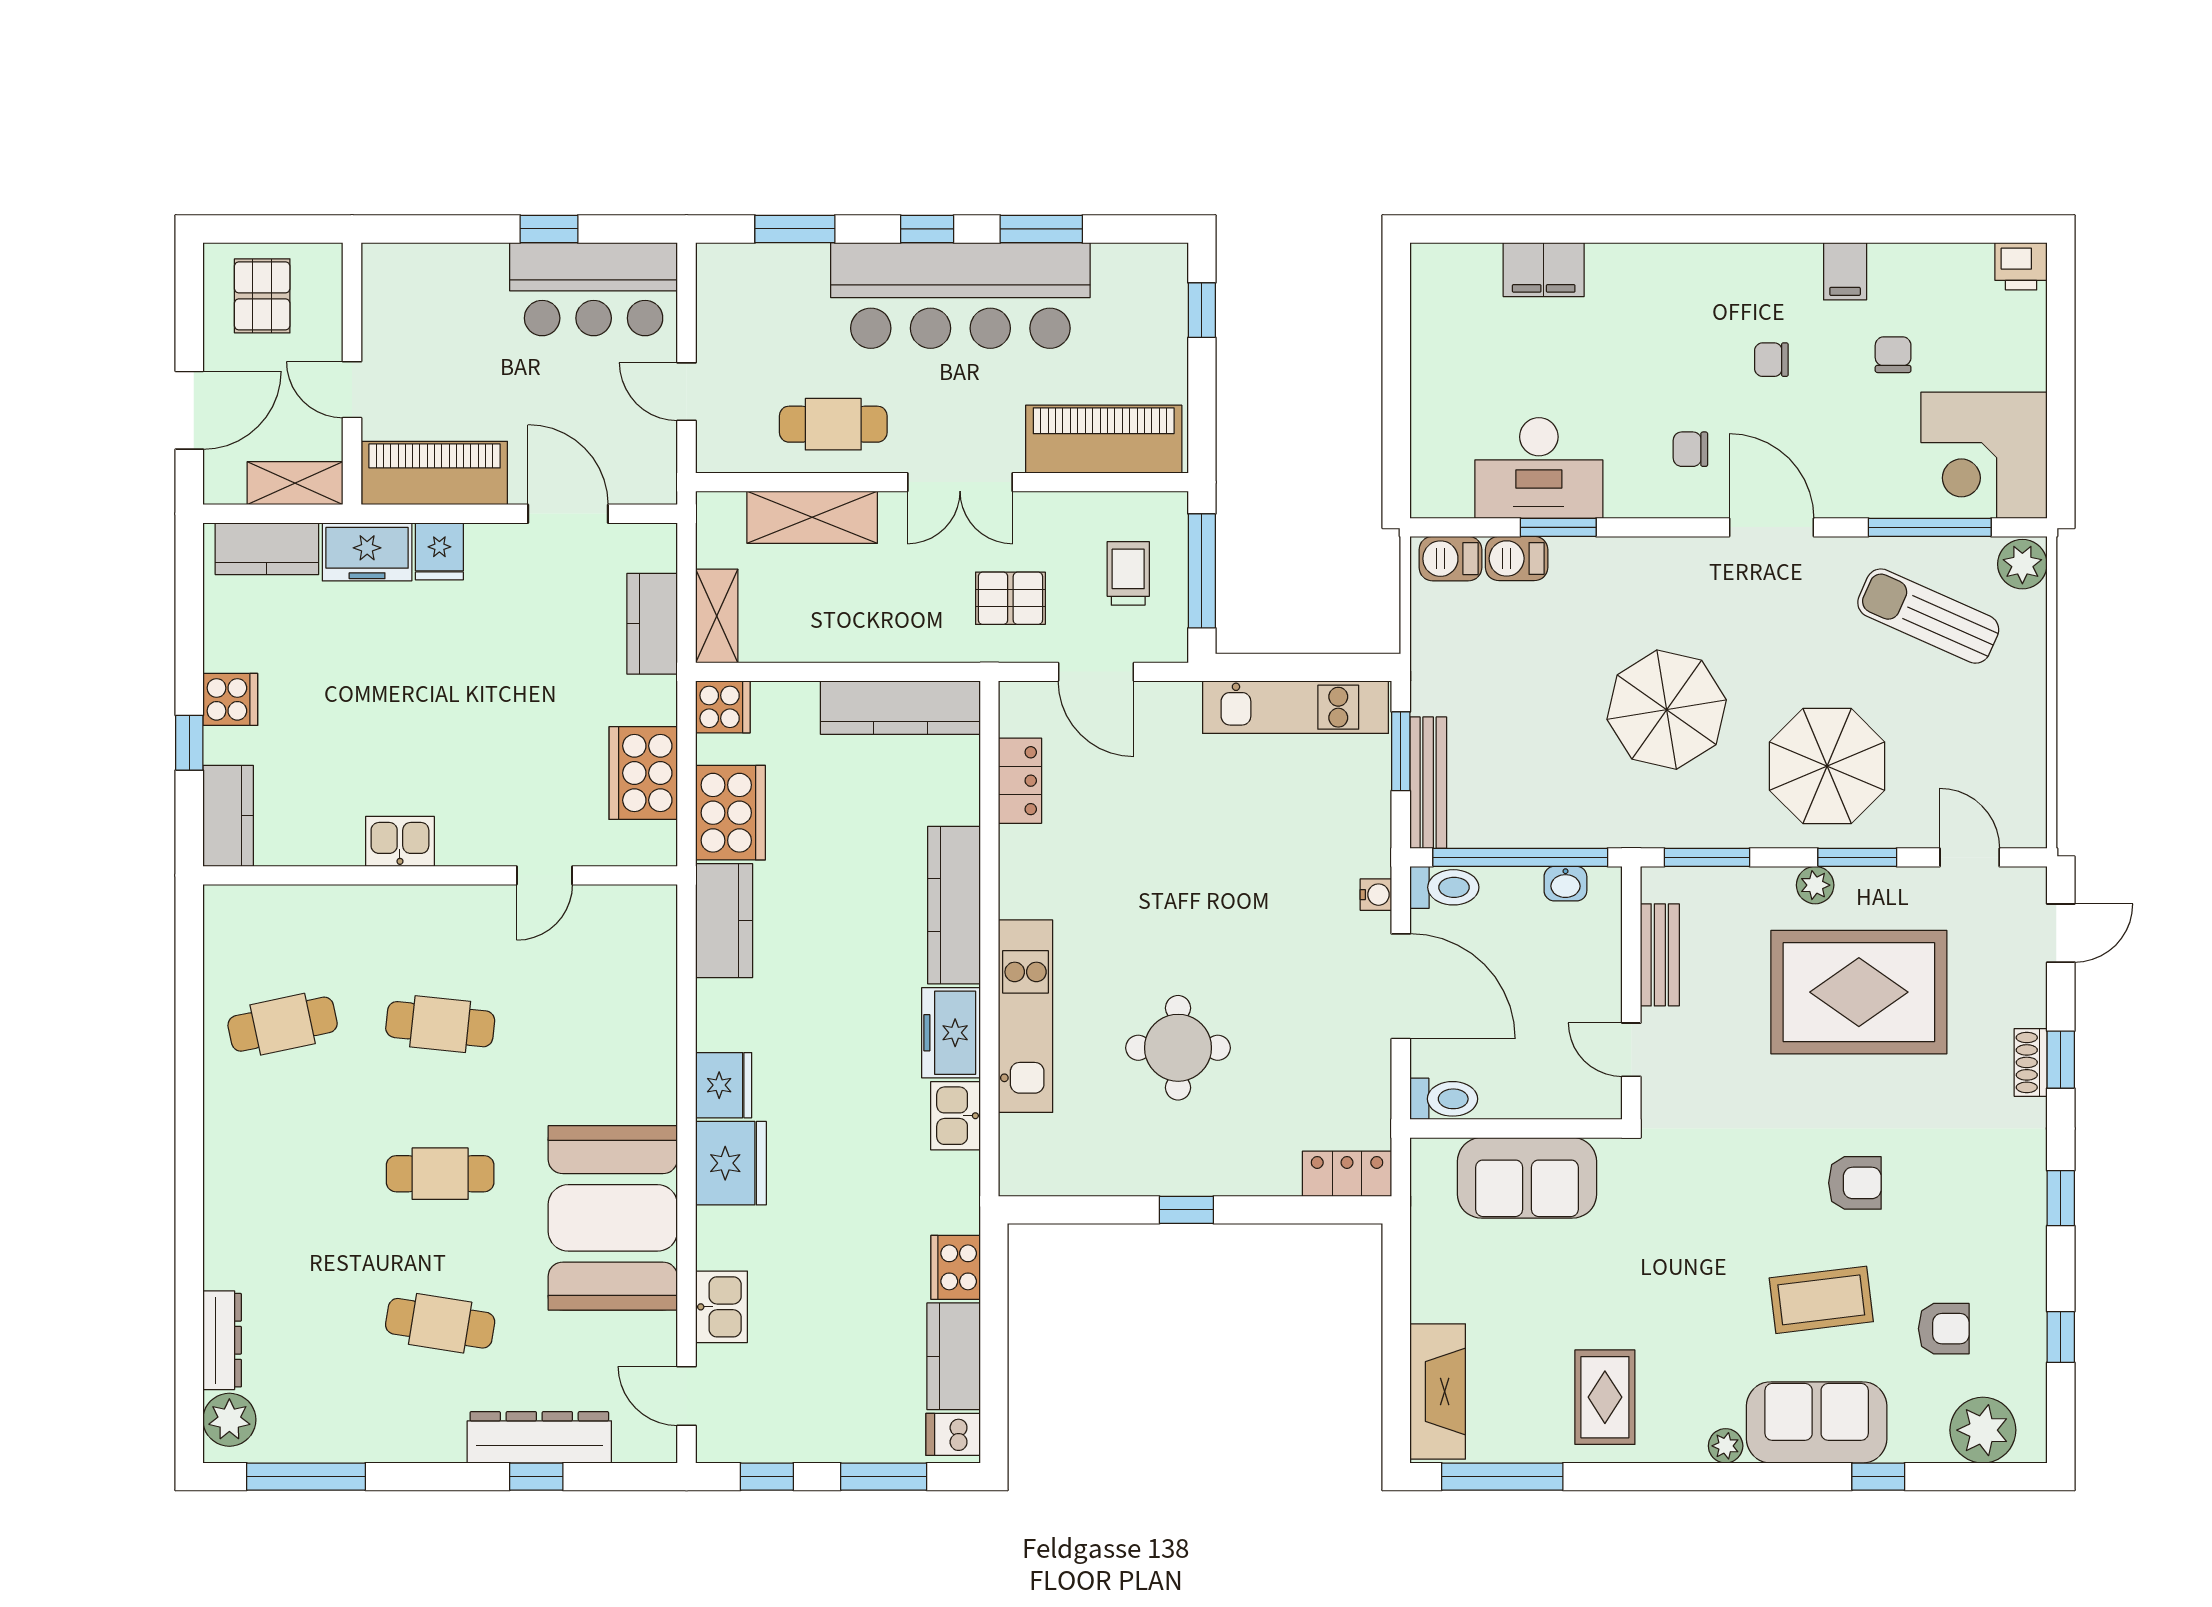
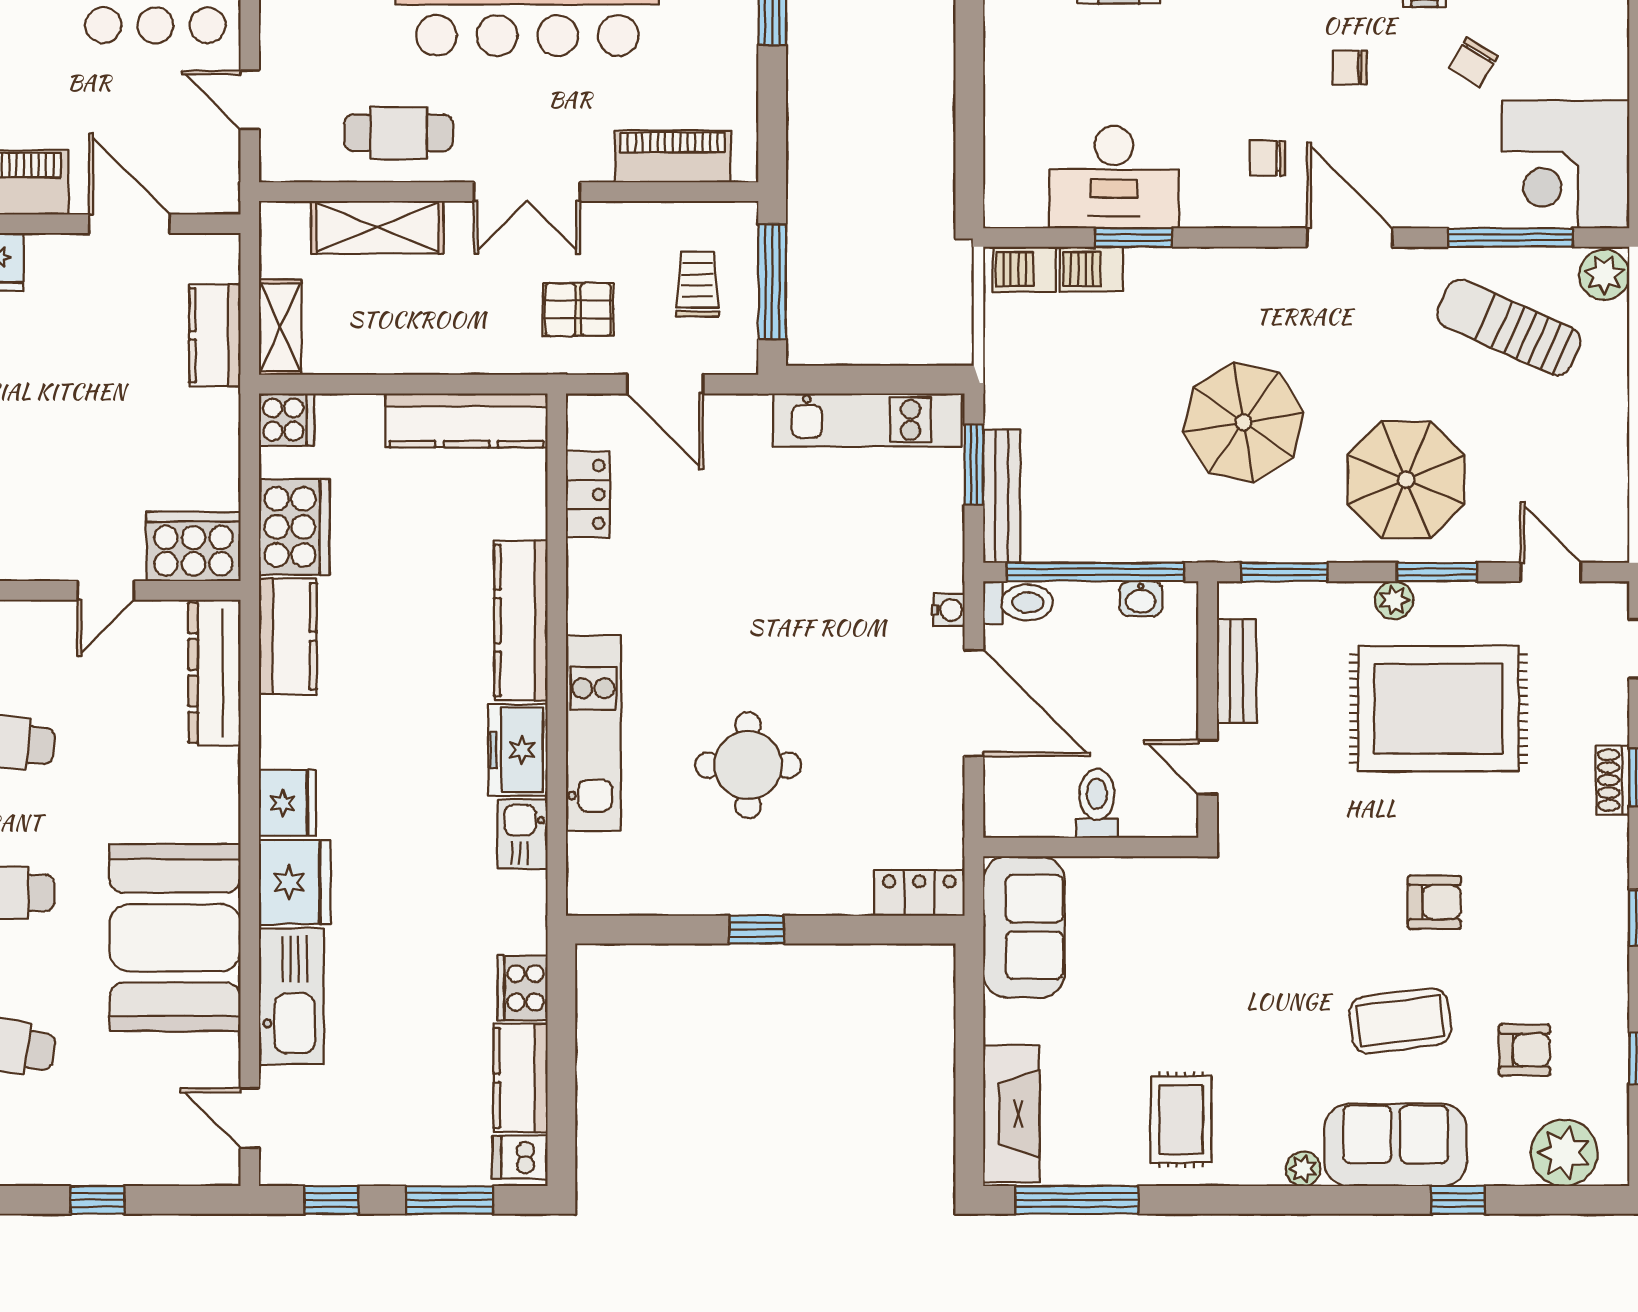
chair: (1893, 355) -> (1473, 62), turned -149
piano: (1104, 439) -> (673, 157), width x0.73, depth x0.75
cooker: (643, 773) -> (193, 547), moved, turned 90
toilet: (1444, 1099) -> (1097, 803), moved, turned -90
sofa: (1527, 1178) -> (1024, 927), moved, turned -90
kitchen sink: (721, 1307) -> (291, 996), width x1.88, depth x1.24
dresser: (539, 1437) -> (214, 673), moved, turned -90

